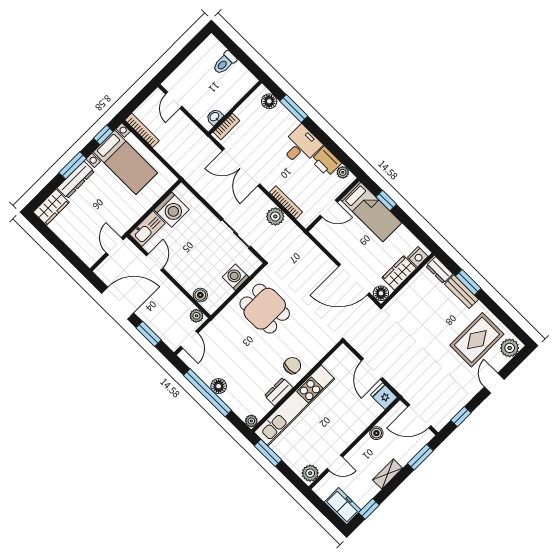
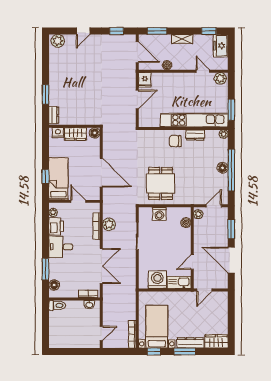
toilet: (225, 63) -> (57, 305), moved
door: (354, 280) -> (101, 173), moved
bench: (462, 292) -> (54, 93), removed
rug: (477, 340) -> (70, 61), removed

